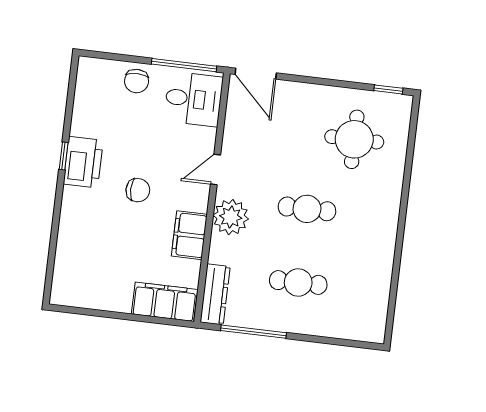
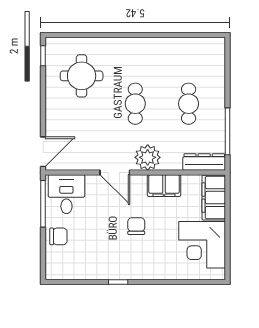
printer: (83, 162) -> (121, 268), removed
door: (215, 169) -> (115, 172), width x1.38
corner desk: (101, 278) -> (202, 245), added

